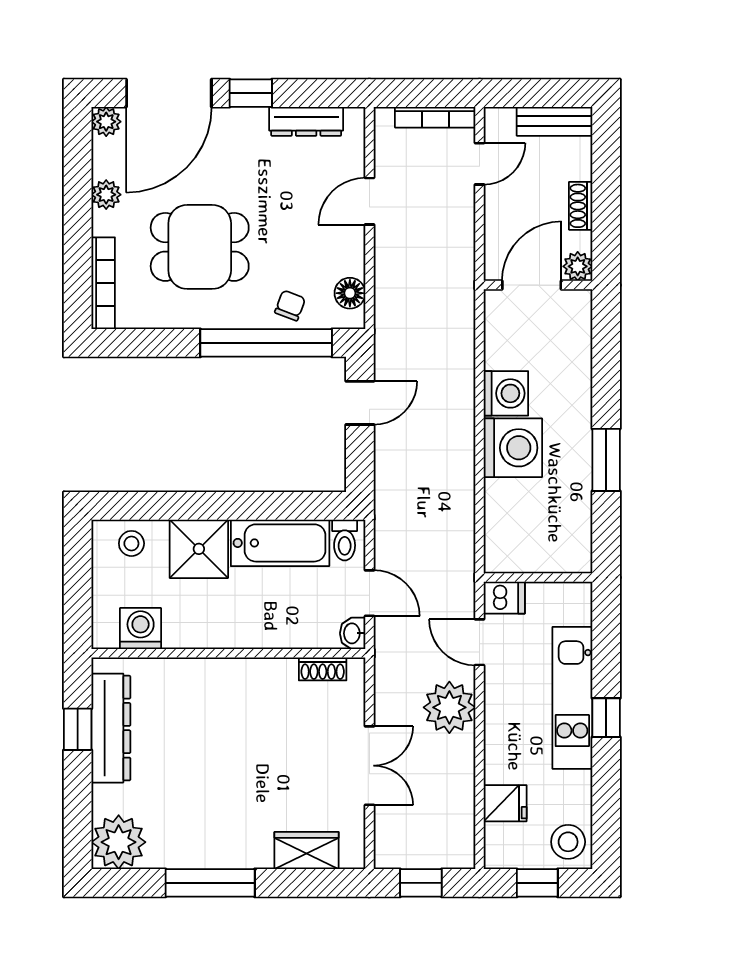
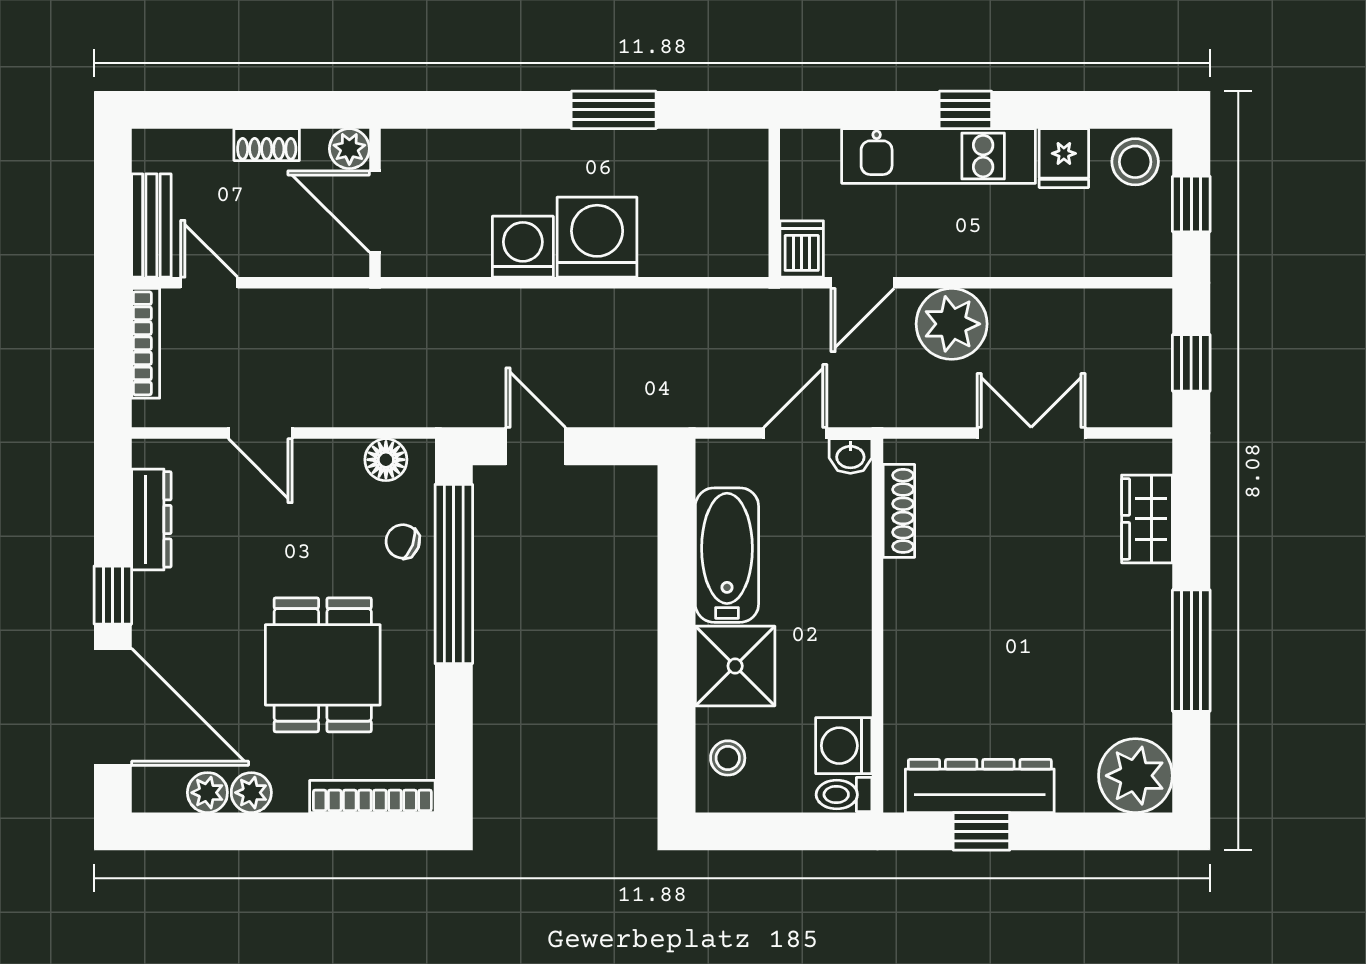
bench: (554, 121) -> (151, 226), moved
plant: (106, 122) -> (207, 793), moved
toilet: (345, 540) -> (844, 795), moved, turned 180
shoe rack: (323, 669) -> (899, 511), width x1.43
fridge: (505, 803) -> (1064, 158), moved, turned 180

